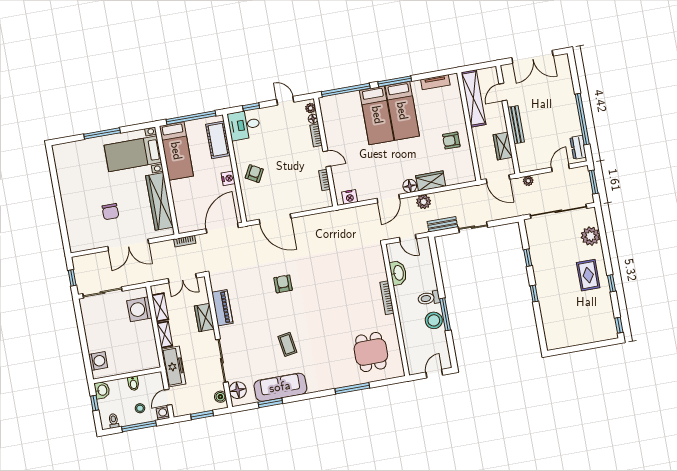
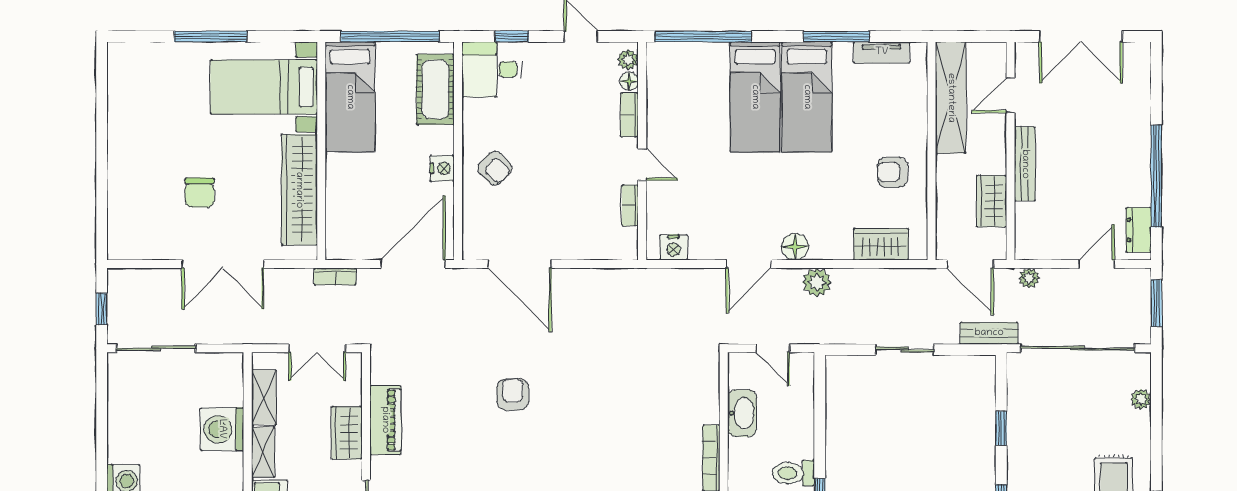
window: (395, 81) -> (836, 36), moved
armchair: (254, 174) -> (495, 168), turned 105
wardrobe: (431, 181) -> (881, 244), moved
bench: (442, 224) -> (989, 333), moved
plant: (591, 236) -> (1141, 399), width x0.53, depth x0.53
washing machine: (139, 309) -> (222, 429), moved

